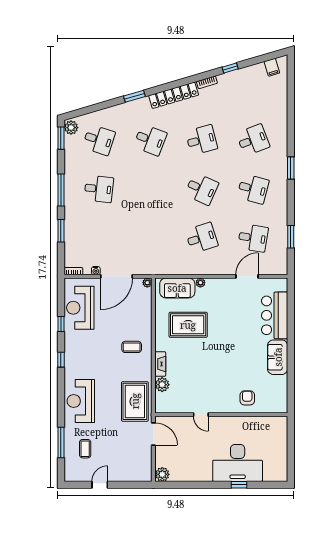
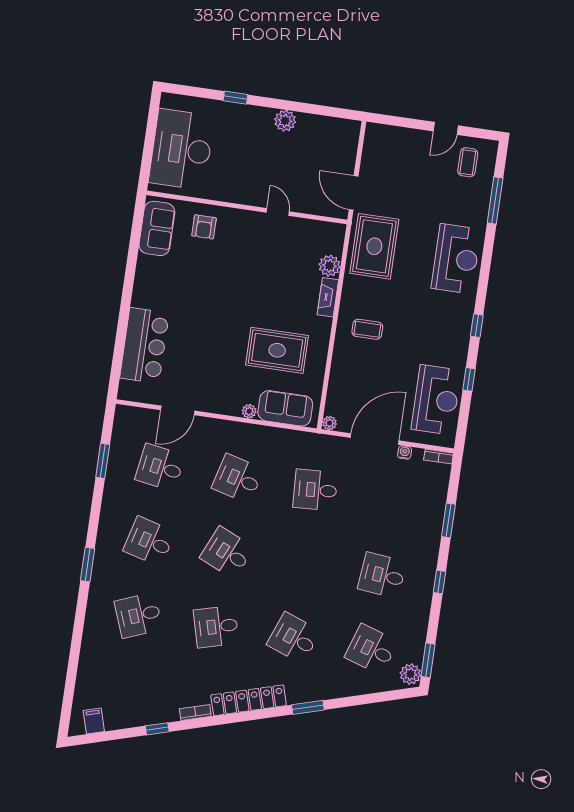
window: (61, 190) -> (439, 582), width x0.46
desk: (150, 238) -> (315, 490), added
desk: (202, 238) -> (238, 479), turned 33
sofa: (278, 357) -> (157, 228), moved
coffee table: (85, 449) -> (468, 162), moved
desk: (238, 463) -> (182, 149), moved, turned -90
plant: (162, 474) -> (285, 121), moved

